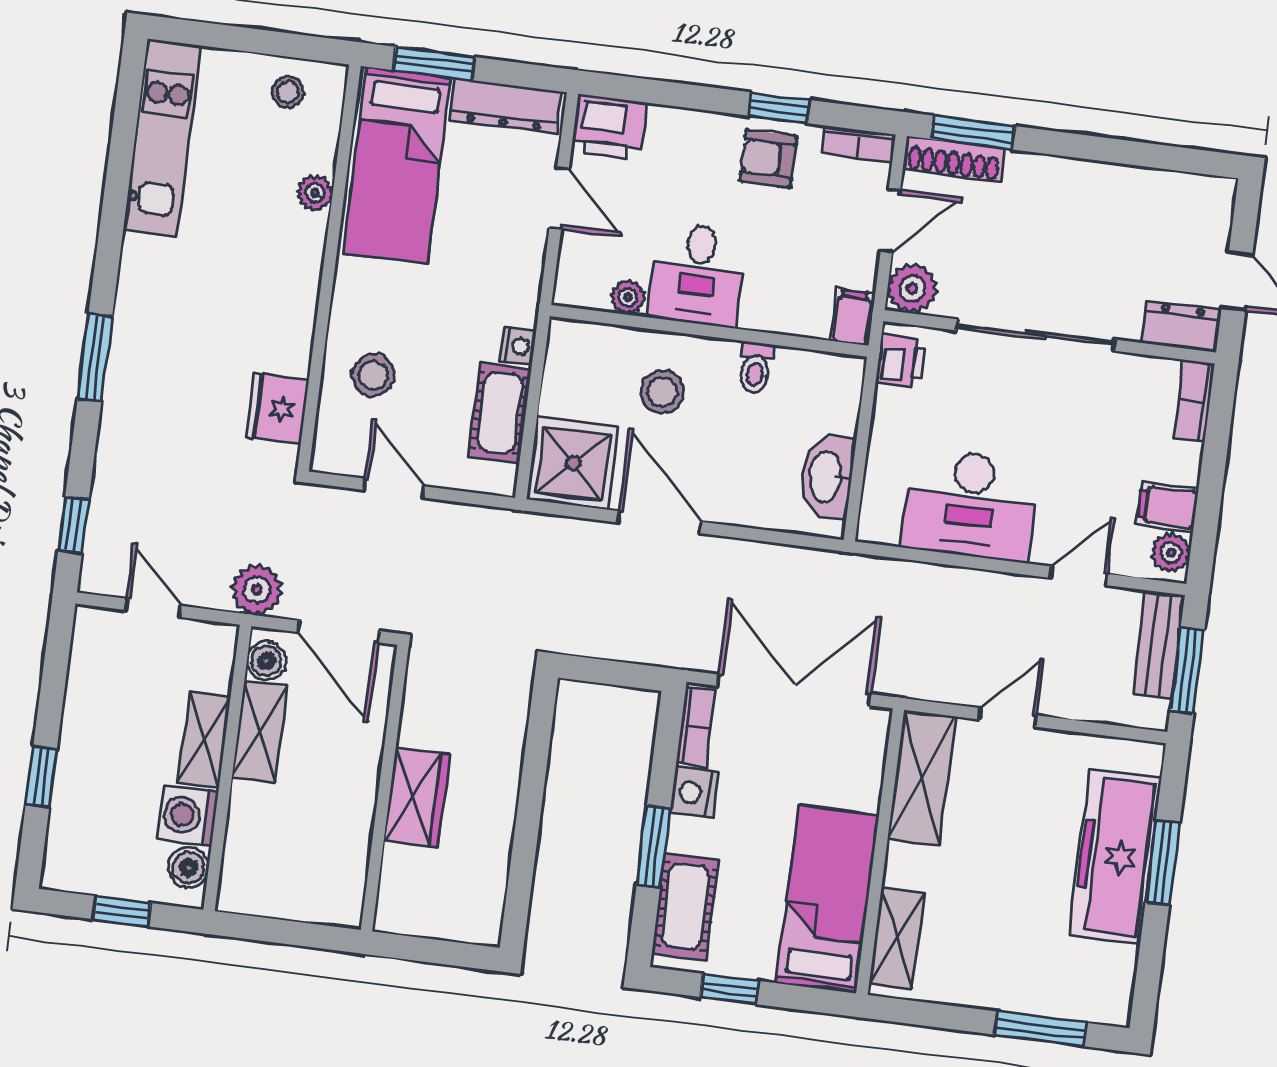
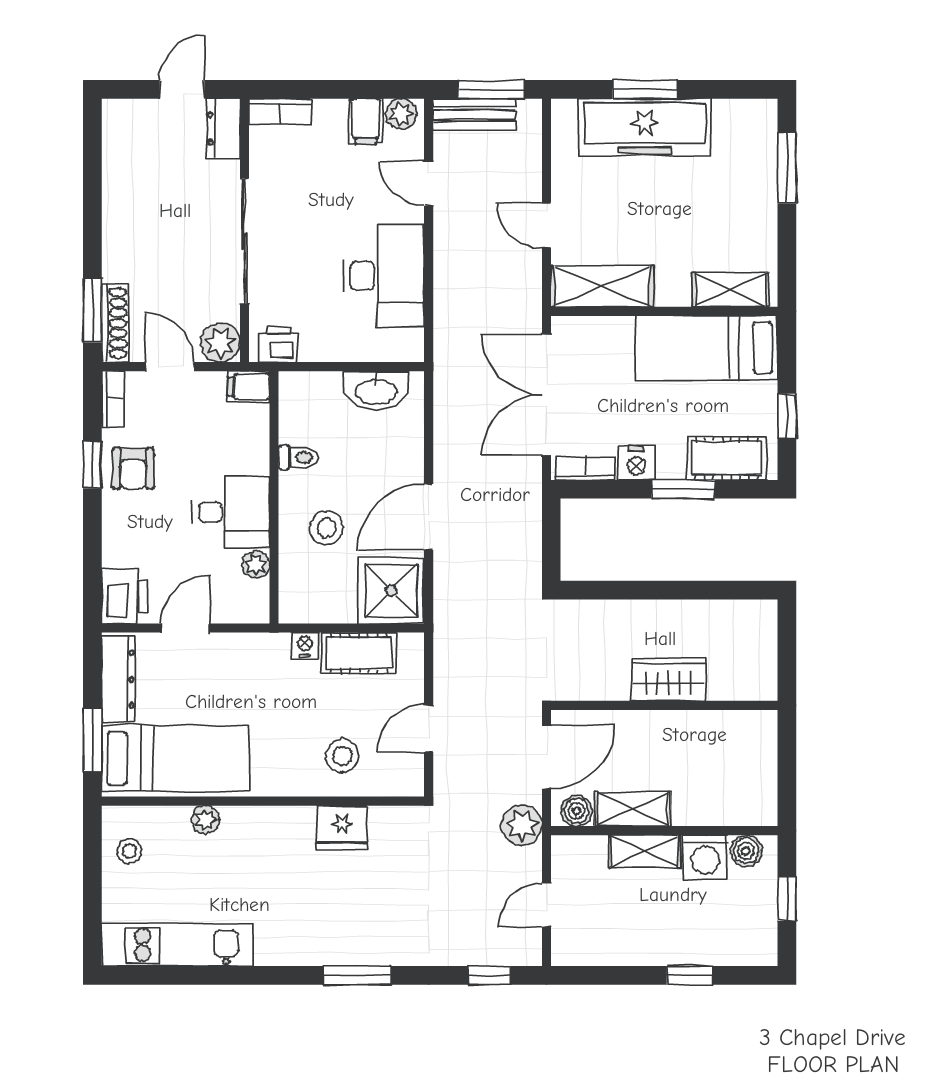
fridge: (277, 408) -> (342, 828), moved

